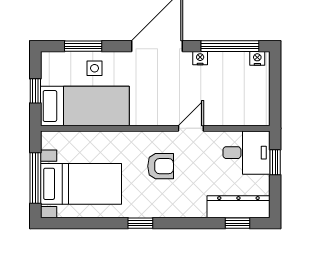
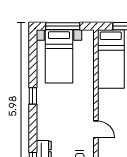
armchair: (161, 166) -> (71, 109), removed

